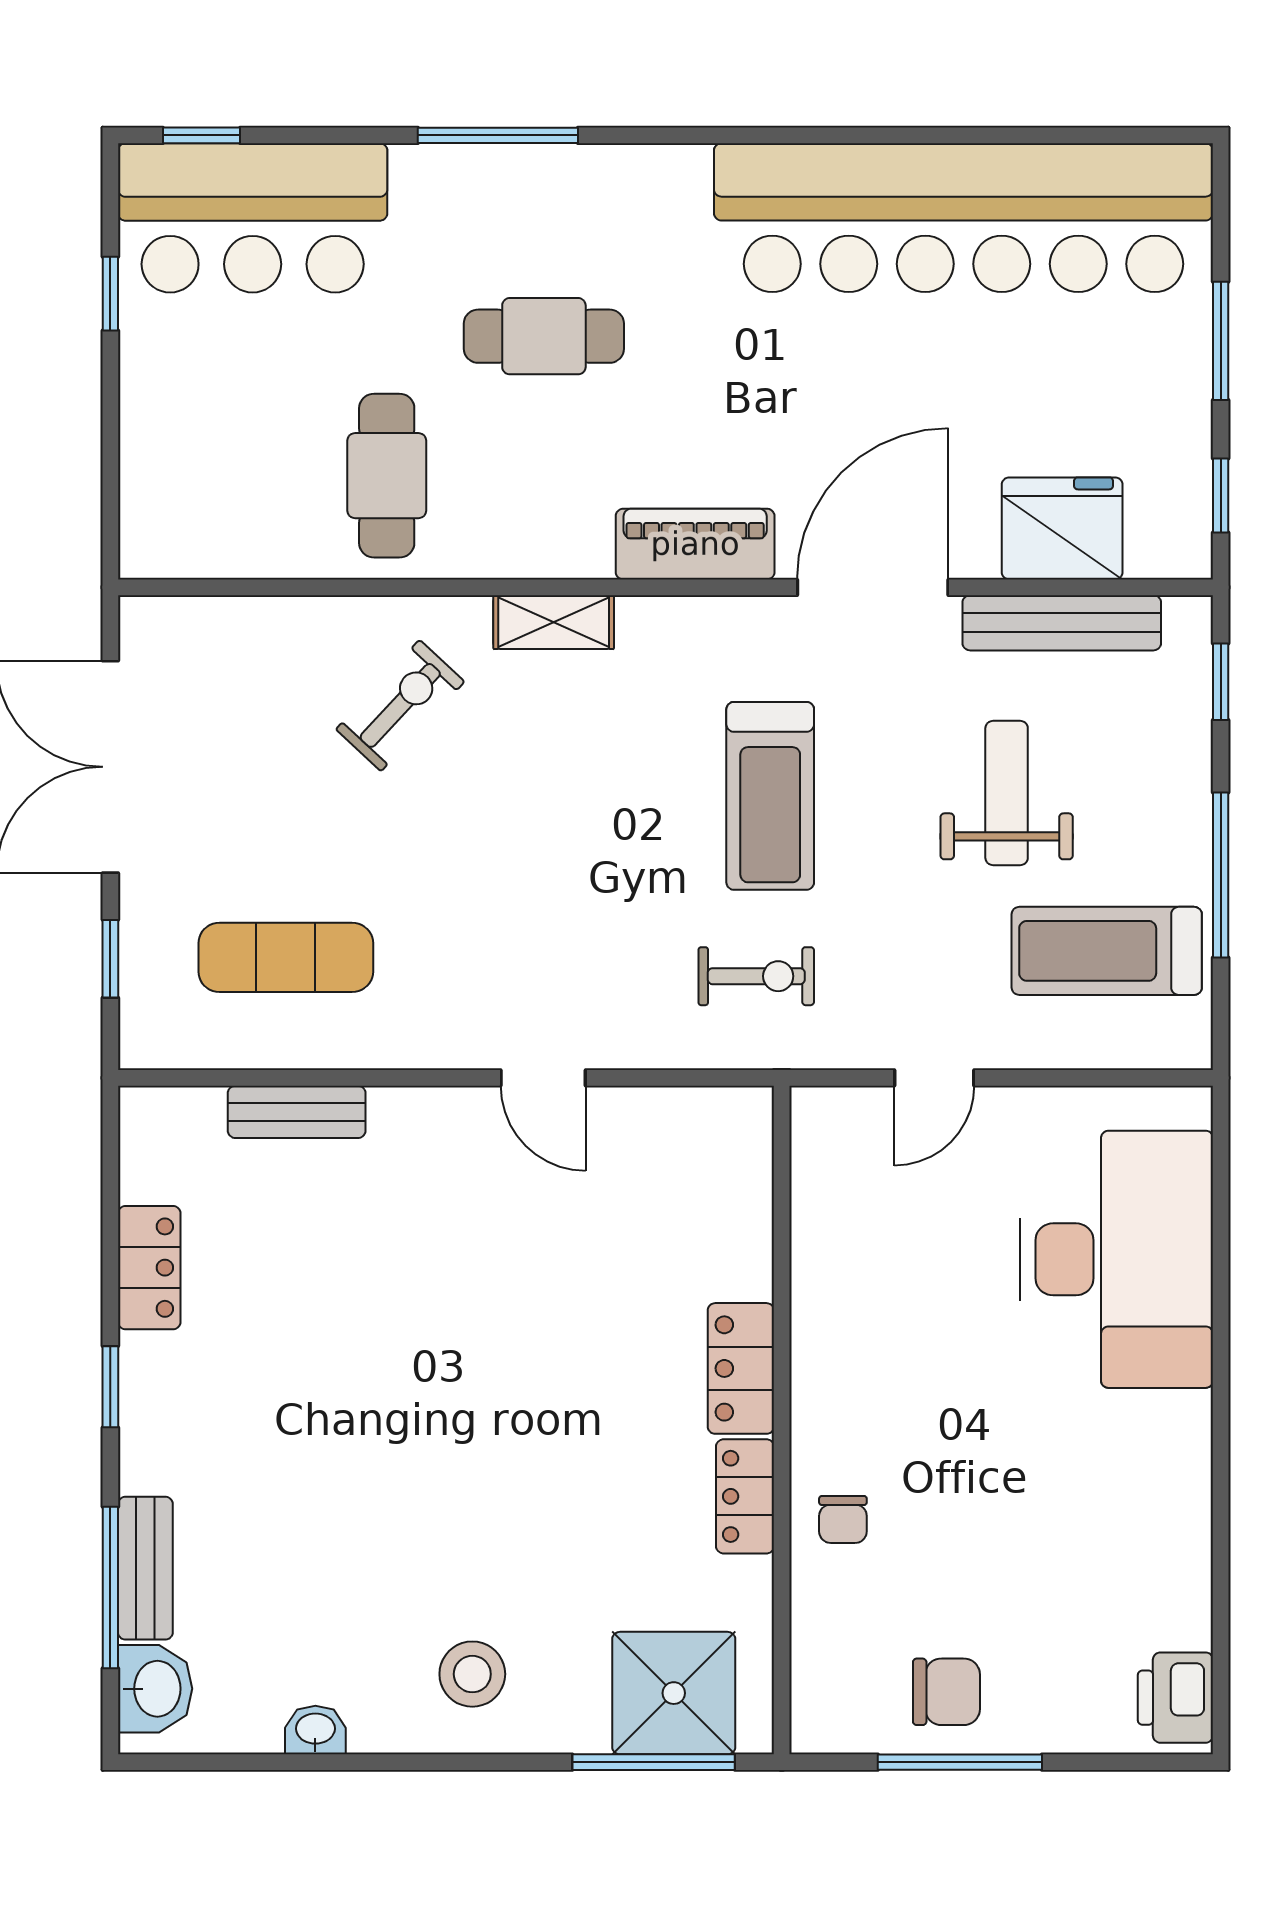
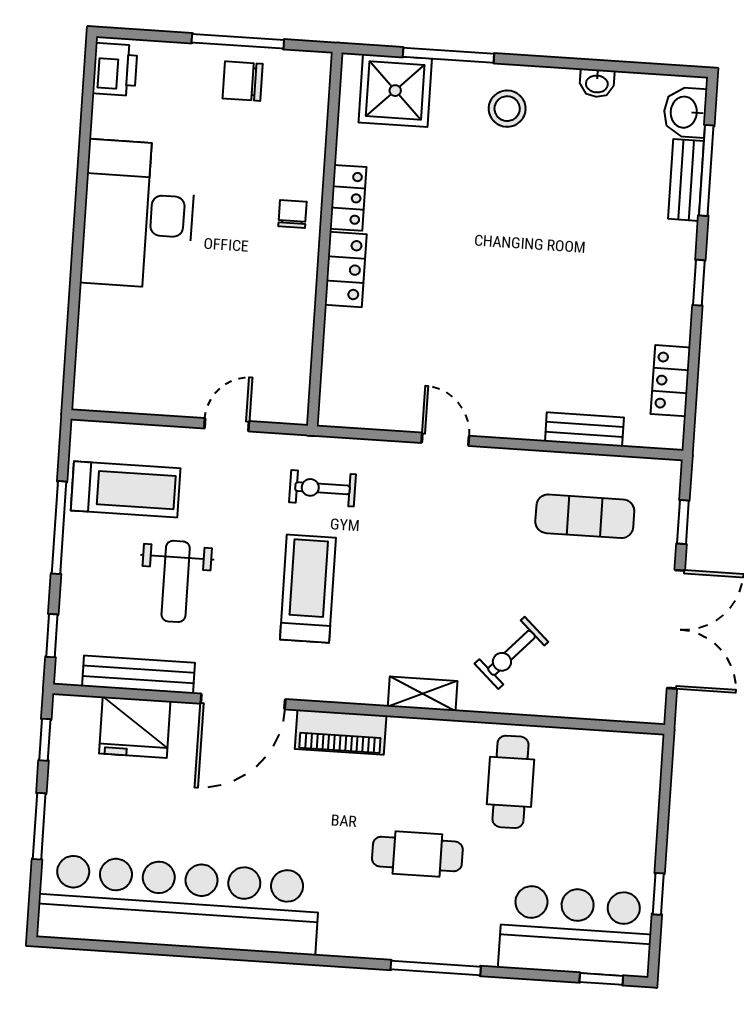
desk: (1117, 1259) -> (138, 214), moved
locker: (149, 1268) -> (670, 381), moved
chair: (843, 1519) -> (292, 214), moved
window: (654, 1762) -> (448, 55), moved

